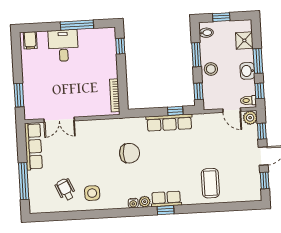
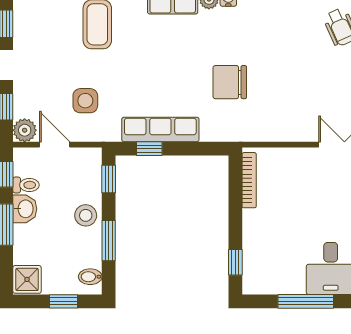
shower: (244, 40) -> (27, 279), moved
toilet: (248, 100) -> (26, 185), moved
side table: (92, 193) -> (85, 101), moved

